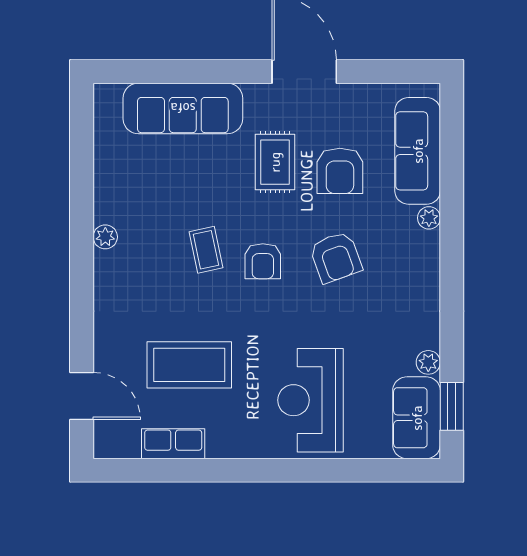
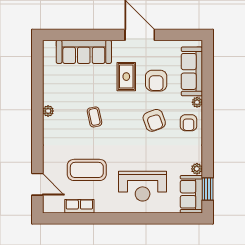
armchair: (263, 261) -> (189, 123), moved
reception desk: (310, 400) -> (143, 186), turned -90

